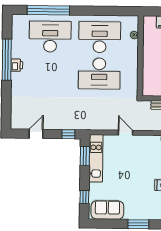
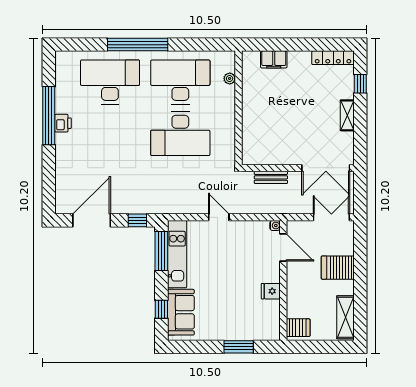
window: (48, 10) -> (138, 45), moved
door: (36, 134) -> (92, 220), width x1.88
window: (85, 156) -> (161, 251), width x1.44
sofa: (107, 210) -> (181, 312), moved, turned 90

